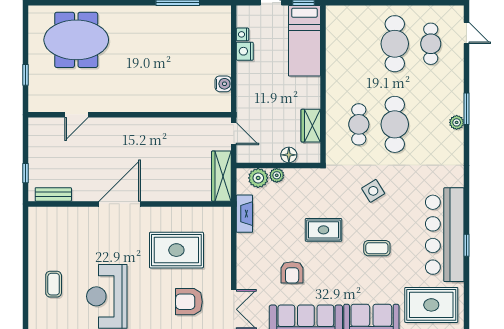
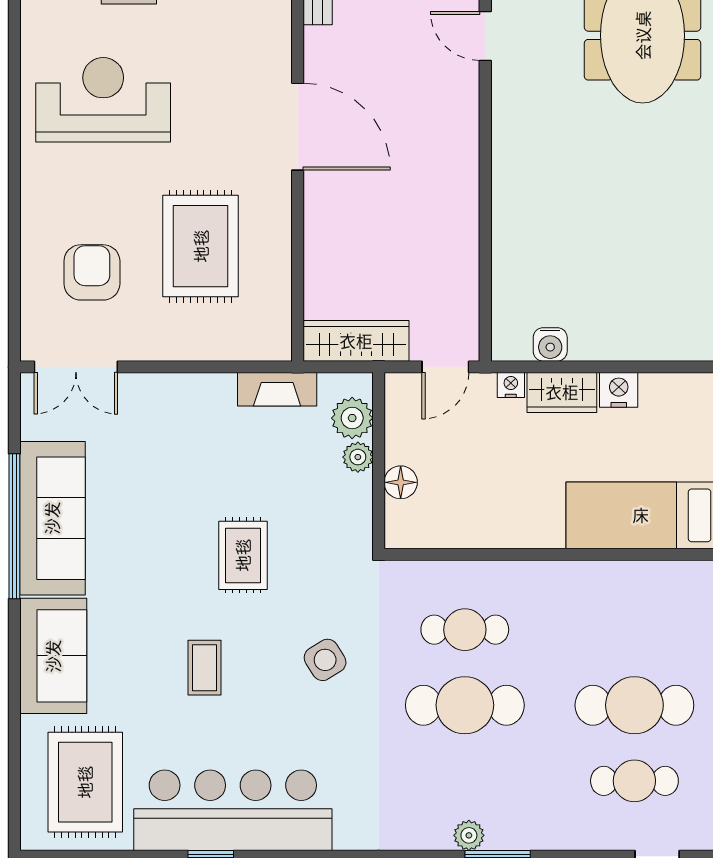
nightstand: (242, 34) -> (511, 385), moved
wardrobe: (311, 126) -> (562, 392), moved, turned 180
armchair: (292, 272) -> (154, 489), removed

